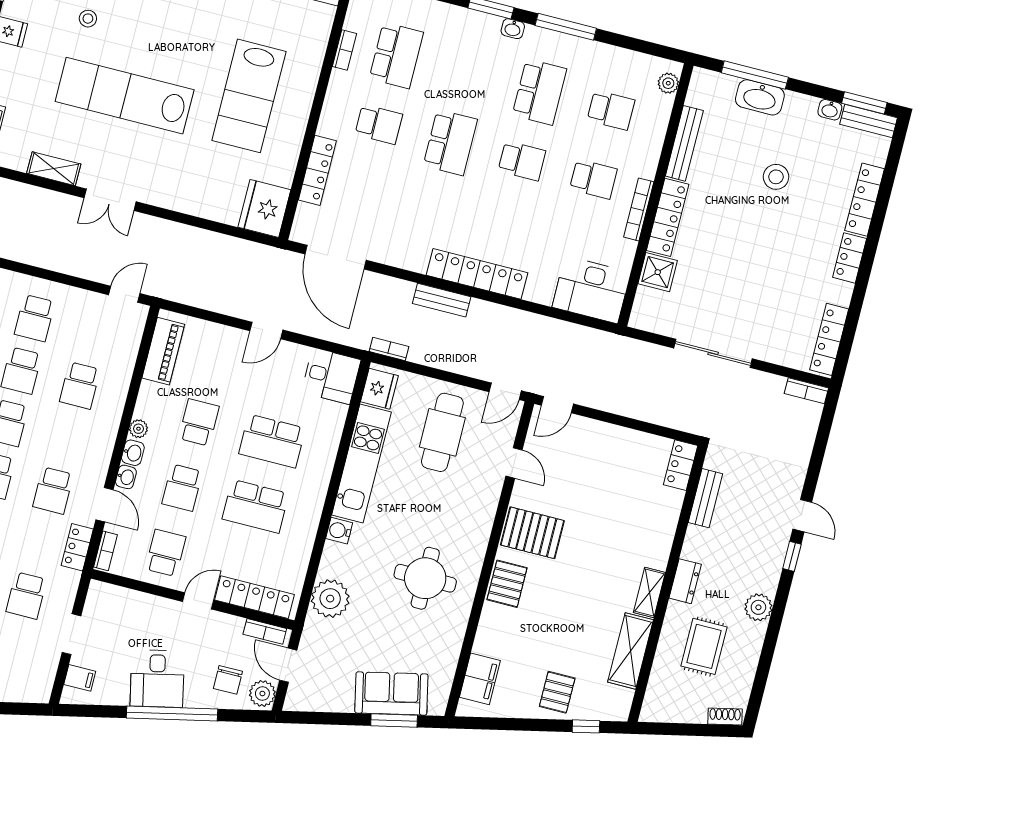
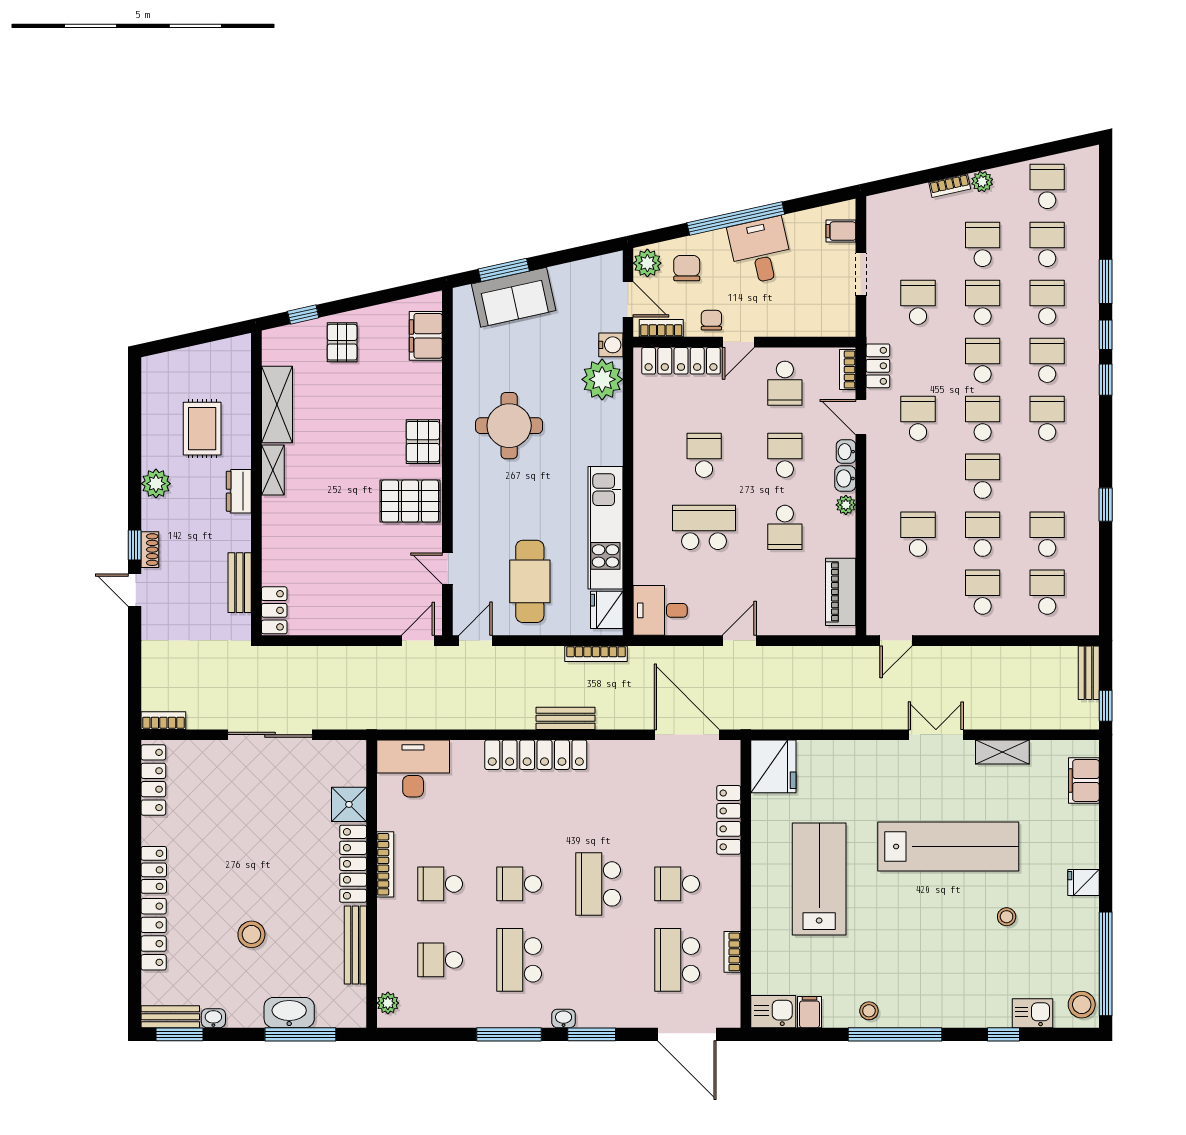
bookcase: (389, 349) -> (596, 654), width x1.56
school desk: (255, 506) -> (704, 455), width x0.54
water cooler: (339, 531) -> (611, 345), moved
chair: (218, 627) -> (711, 320), added
shoe rack: (725, 716) -> (150, 550), moved, turned -77

